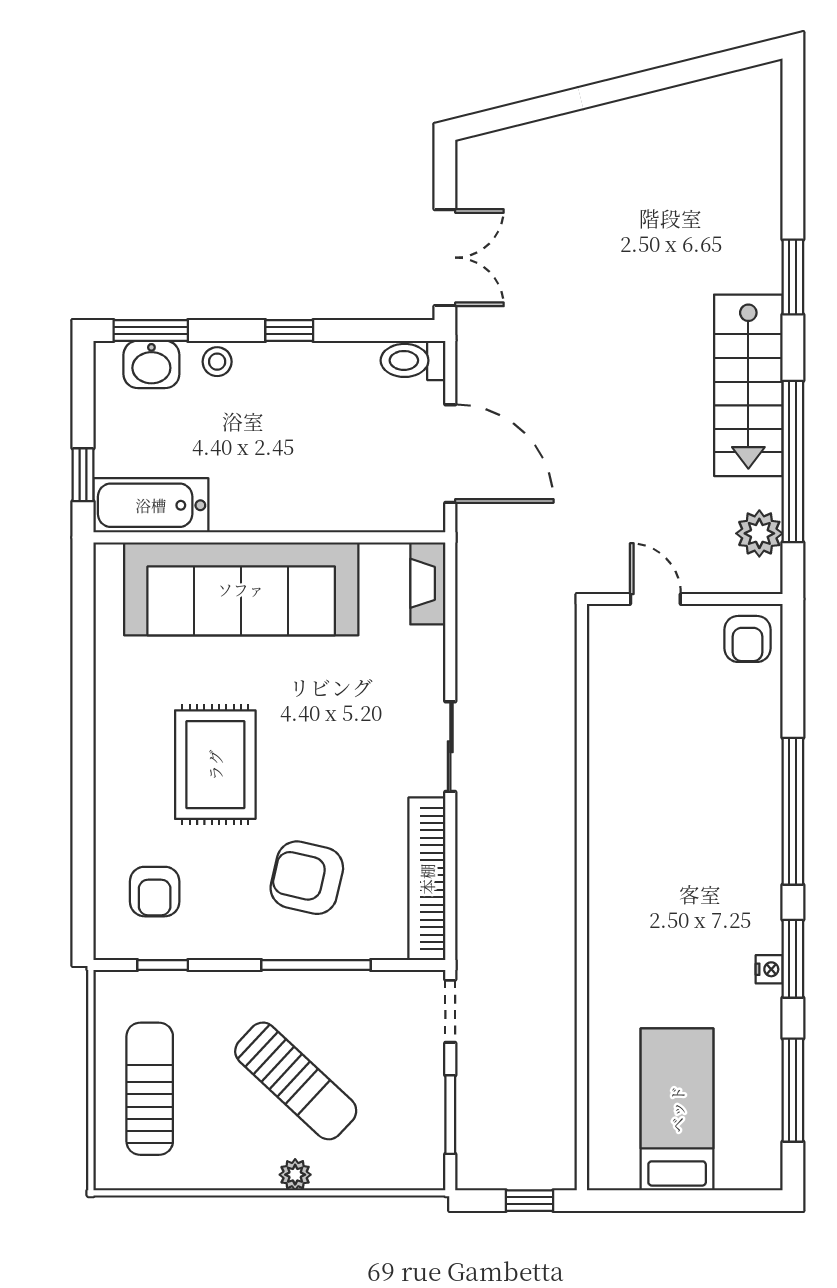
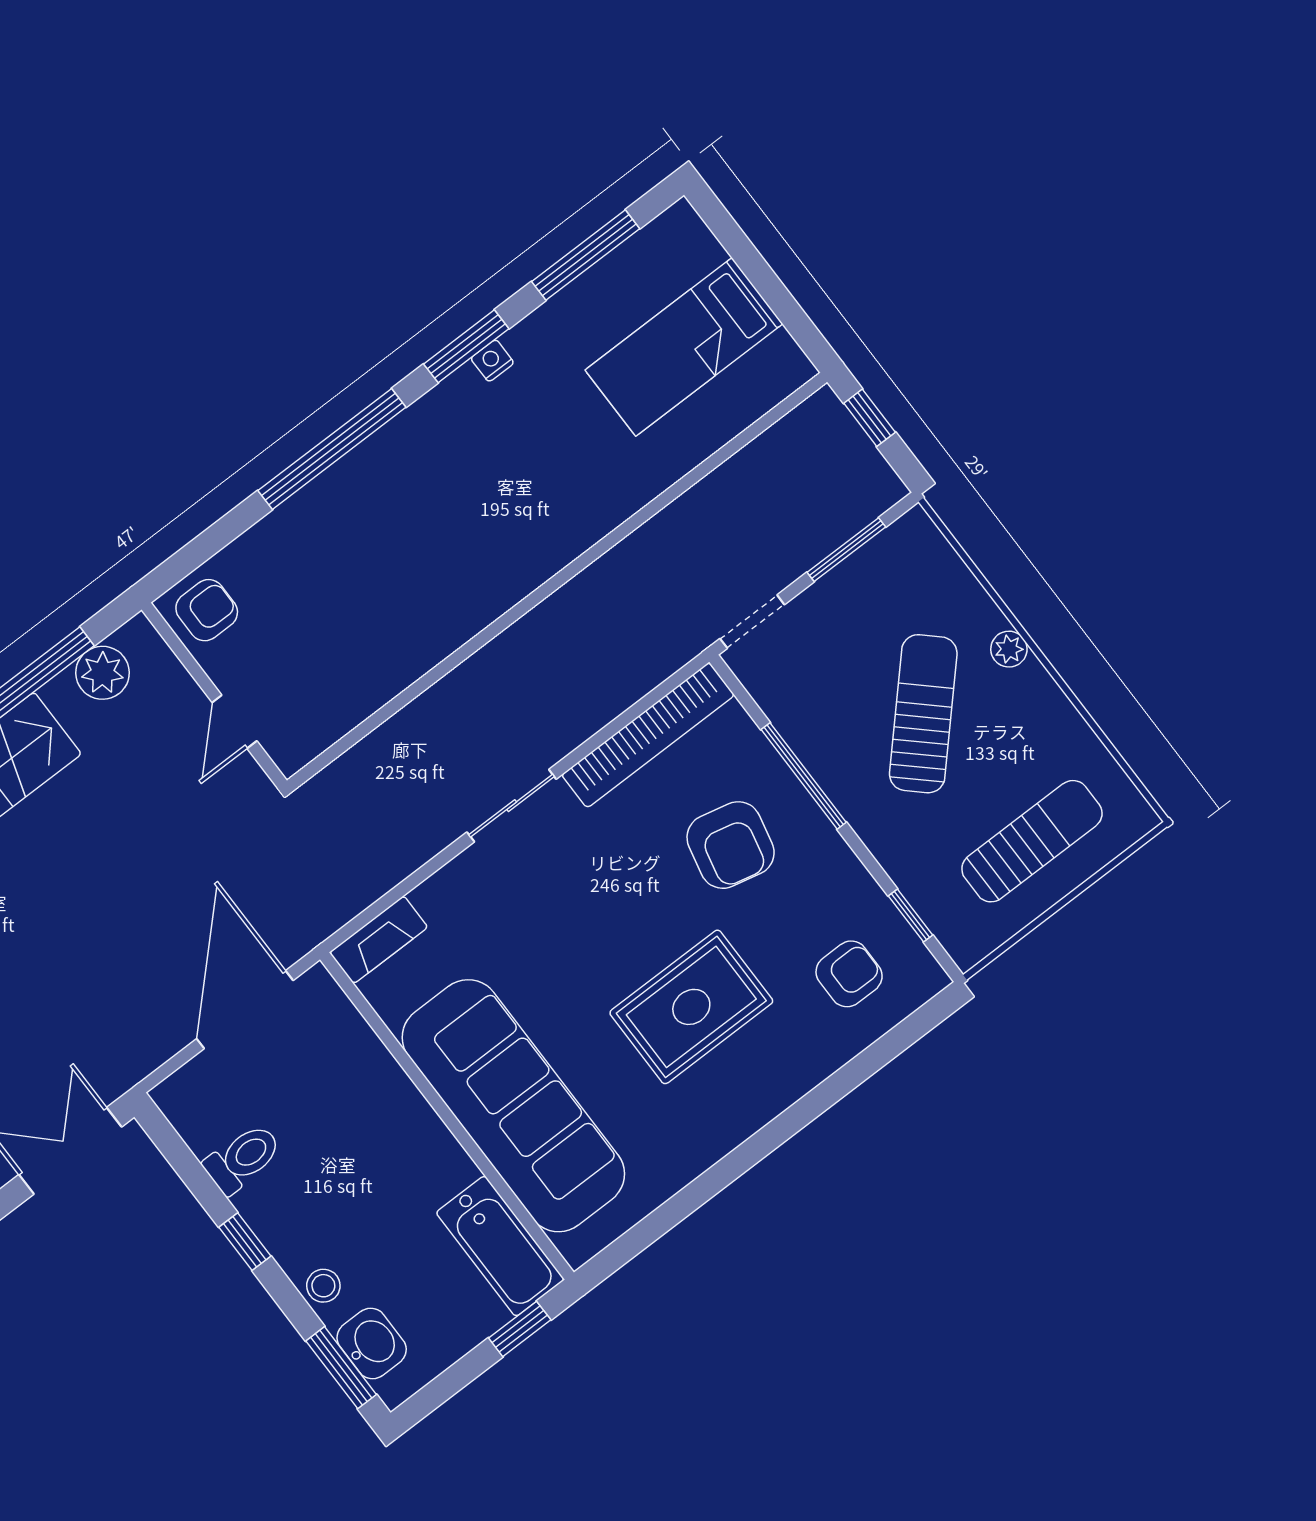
toilet: (413, 360) -> (243, 1158), moved, turned -90
sun lounger: (150, 1089) -> (1032, 841), turned 180

